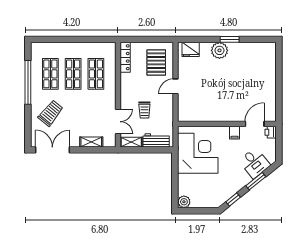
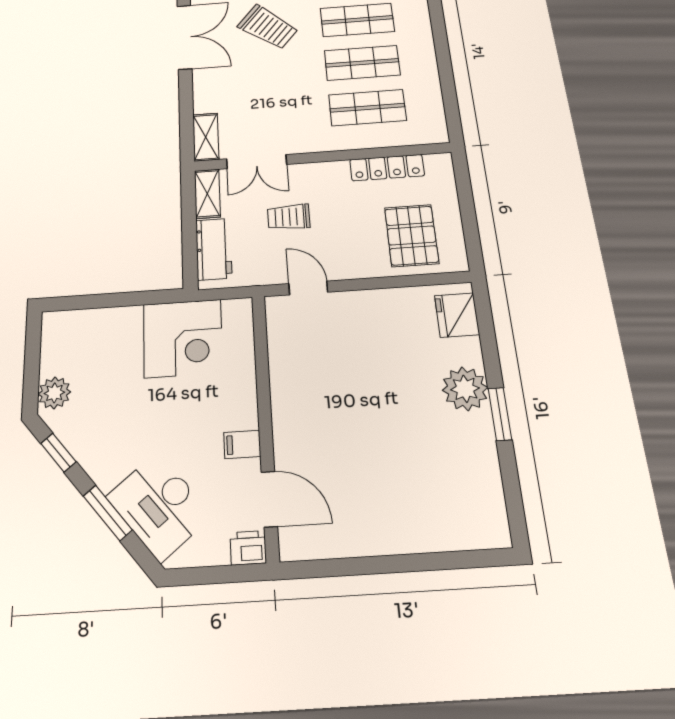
locker: (125, 57) -> (387, 168), moved
pallet: (156, 63) -> (412, 235), turned 90
door: (175, 86) -> (308, 288), moved
shelving: (91, 142) -> (206, 137), moved
corner desk: (198, 153) -> (183, 338), width x0.74, depth x0.74
desk: (255, 163) -> (159, 506), width x1.37
plant: (184, 202) -> (54, 393), moved

